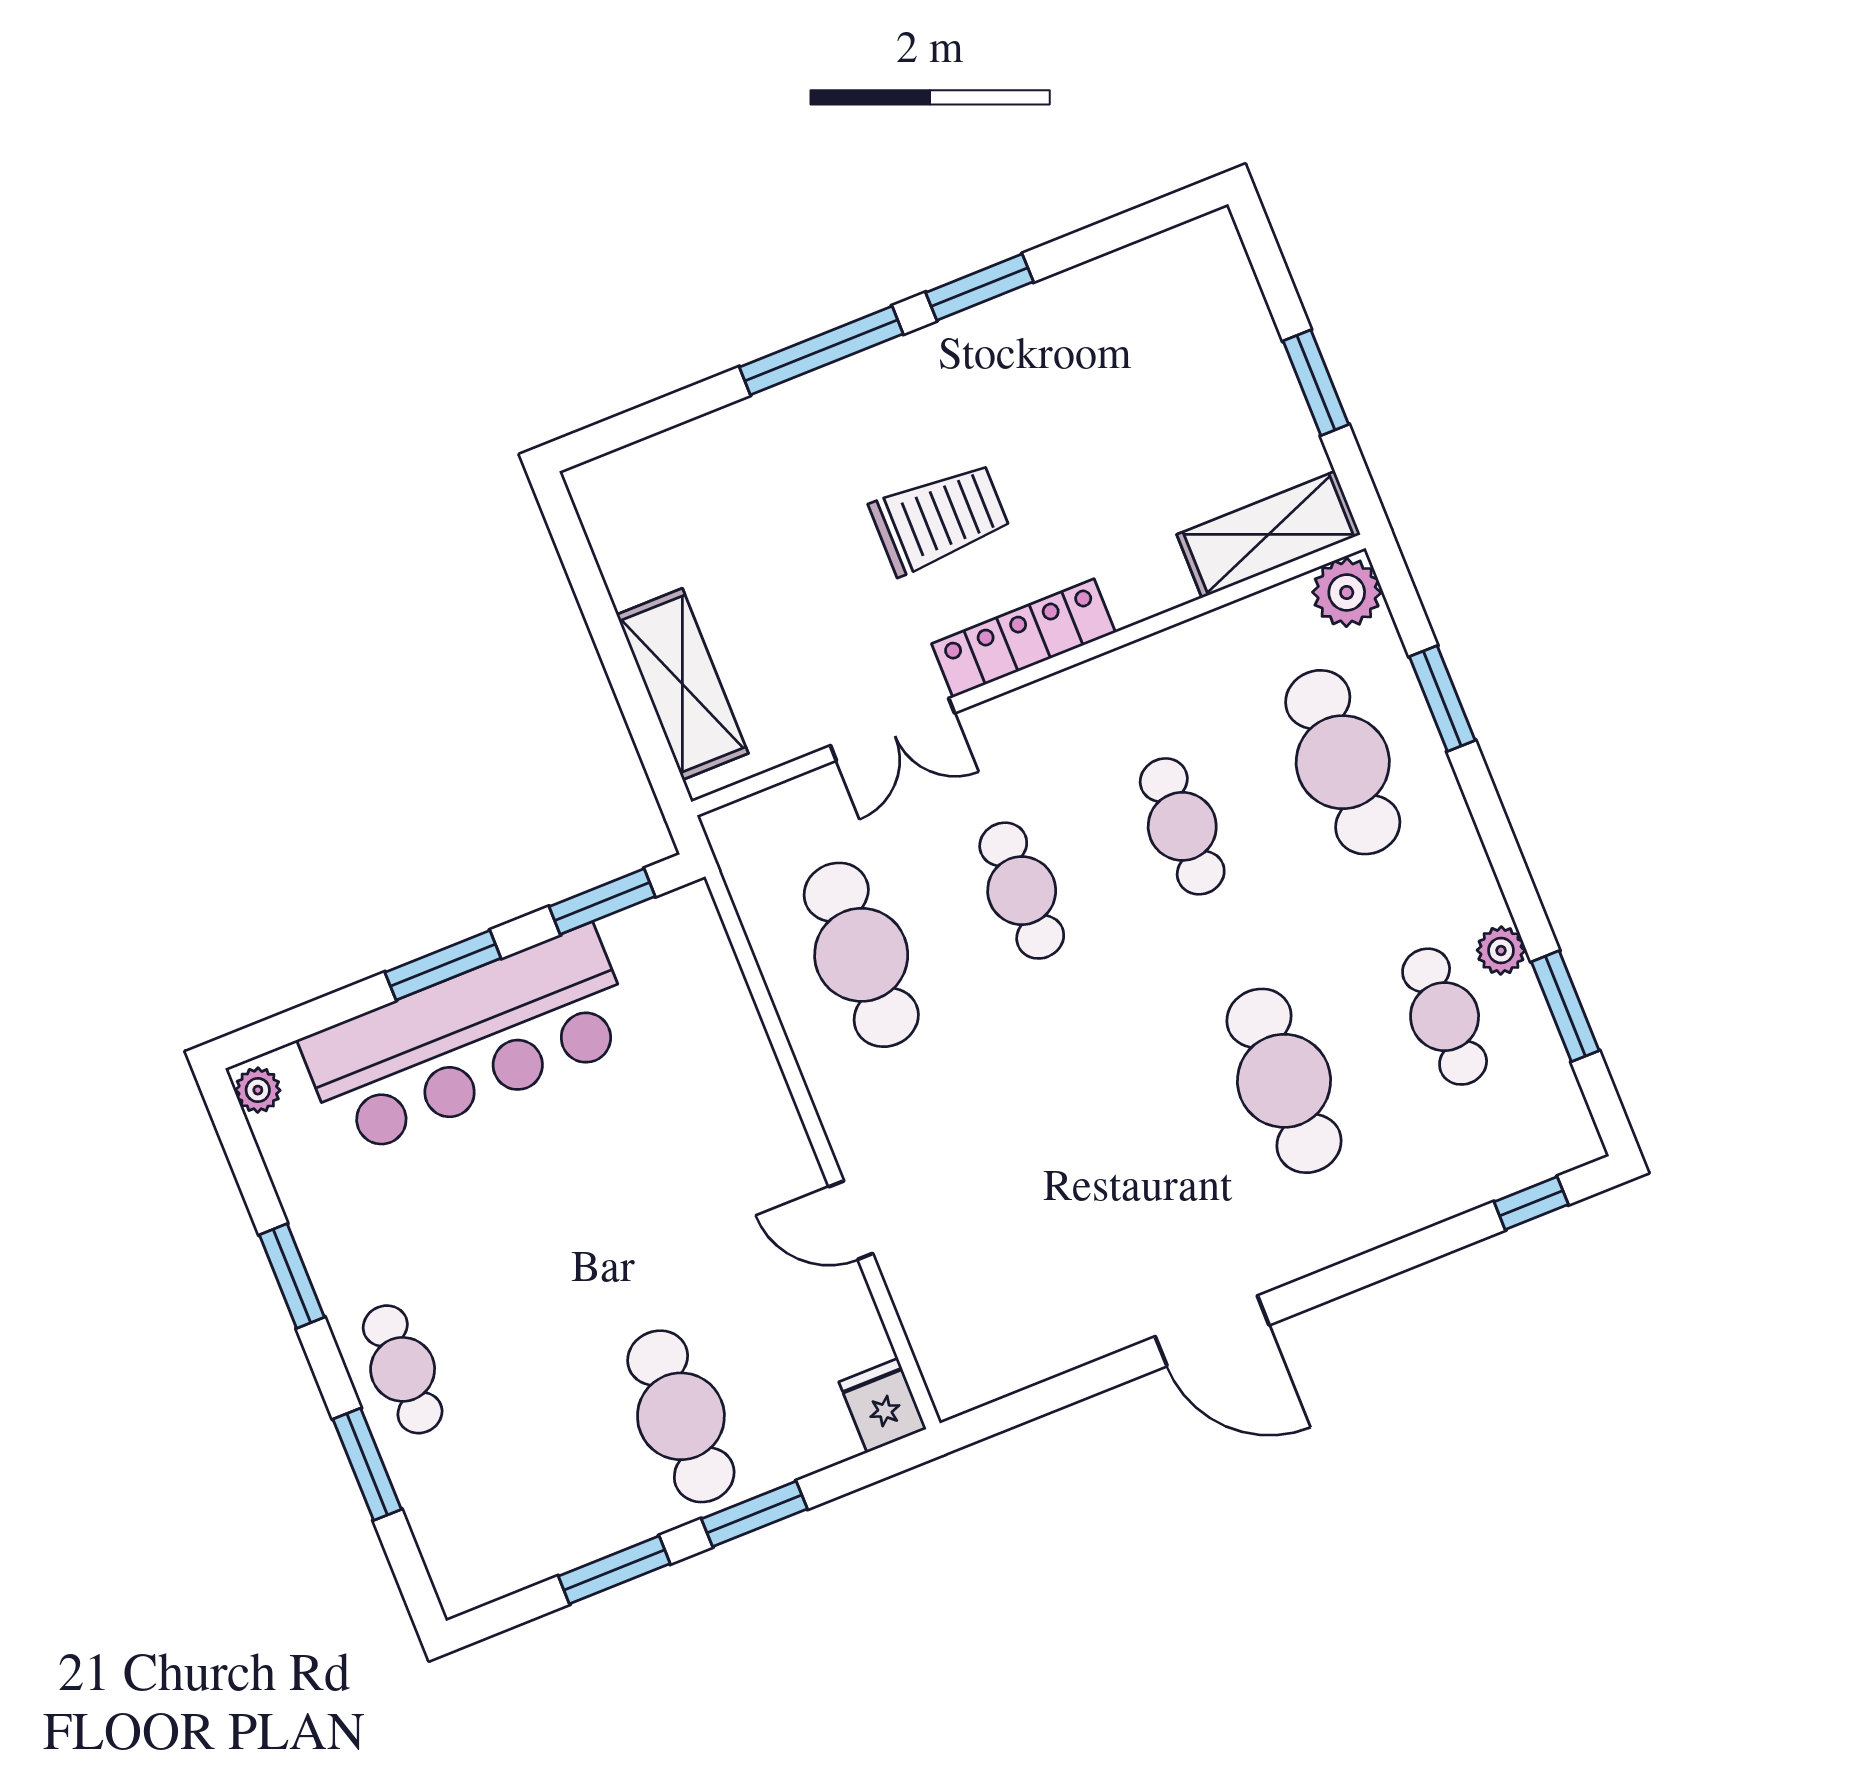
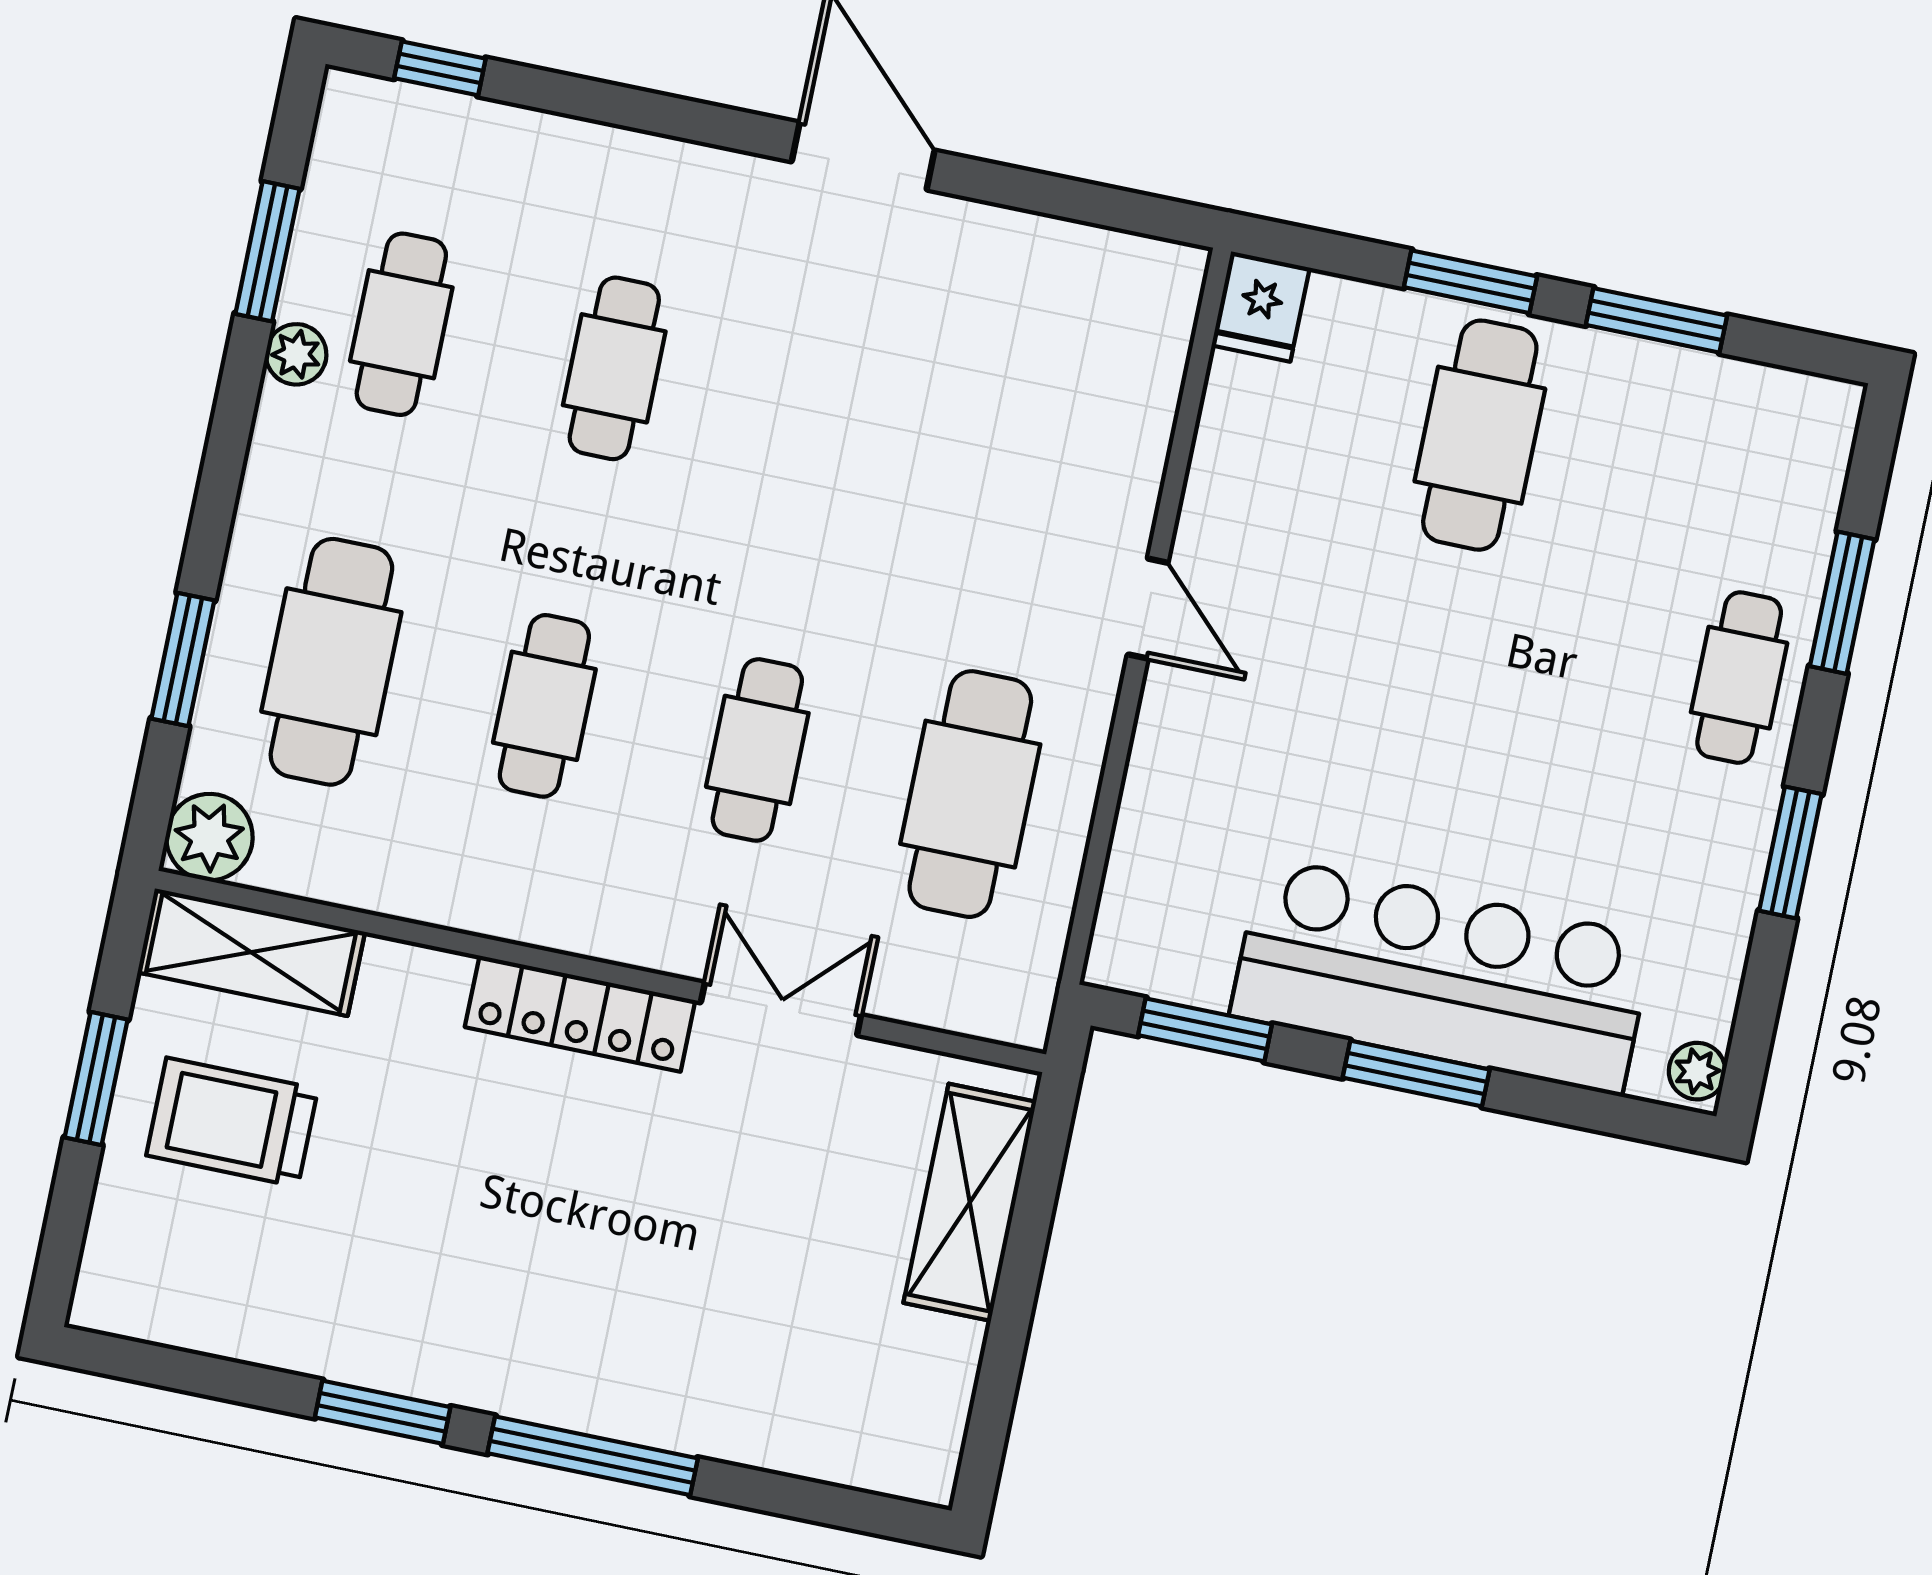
trolley: (940, 518) -> (232, 1122), moved
cafe table: (1284, 1081) -> (614, 368), width x0.73, depth x0.74
door: (851, 1220) -> (1148, 609), moved

